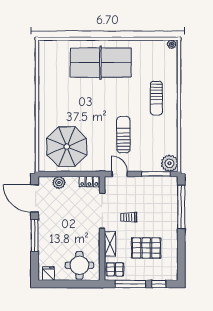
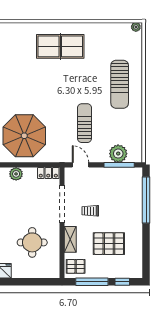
table tennis table: (101, 63) -> (60, 46), width x0.73, depth x0.76
sun lounger: (156, 98) -> (120, 84), width x1.36, depth x1.34
plant: (169, 163) -> (118, 154), moved
round table: (79, 265) -> (32, 242), moved

